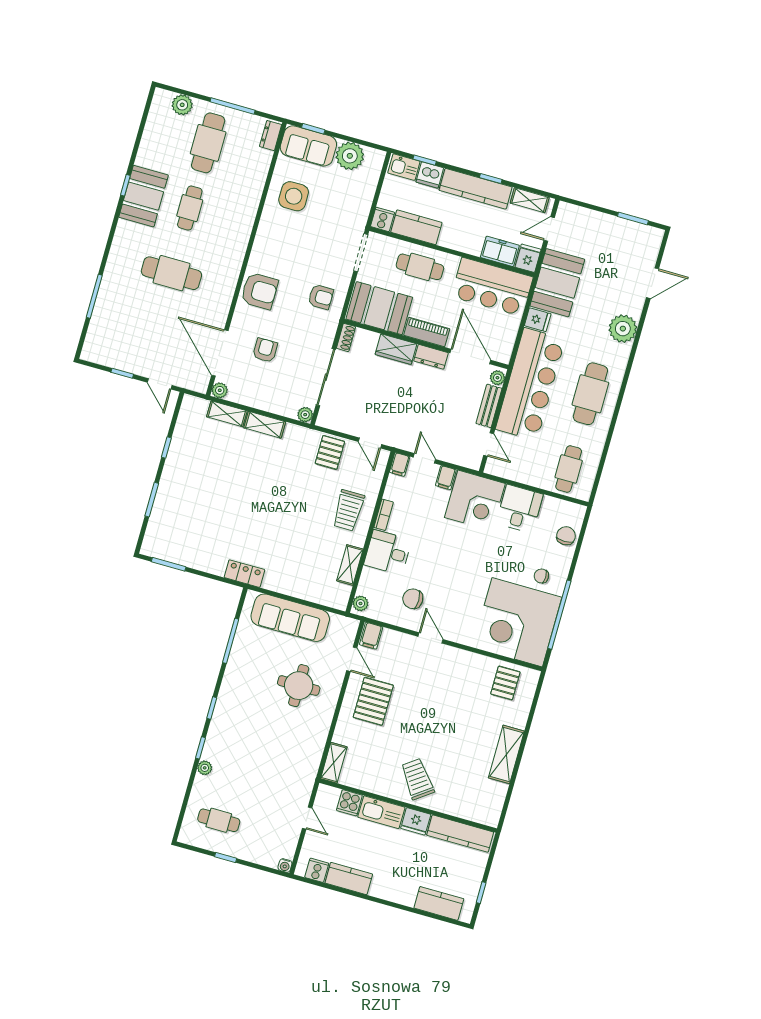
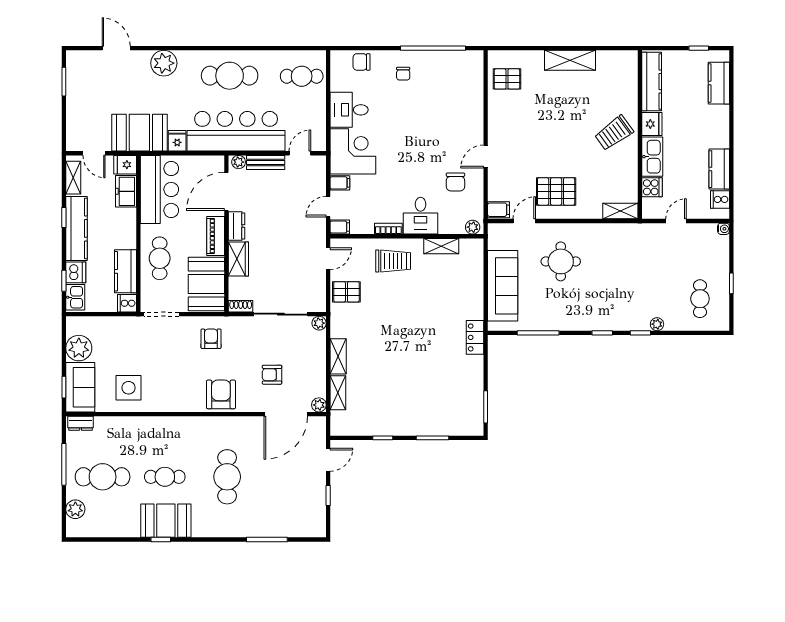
corner desk: (517, 622) -> (450, 84), removed

